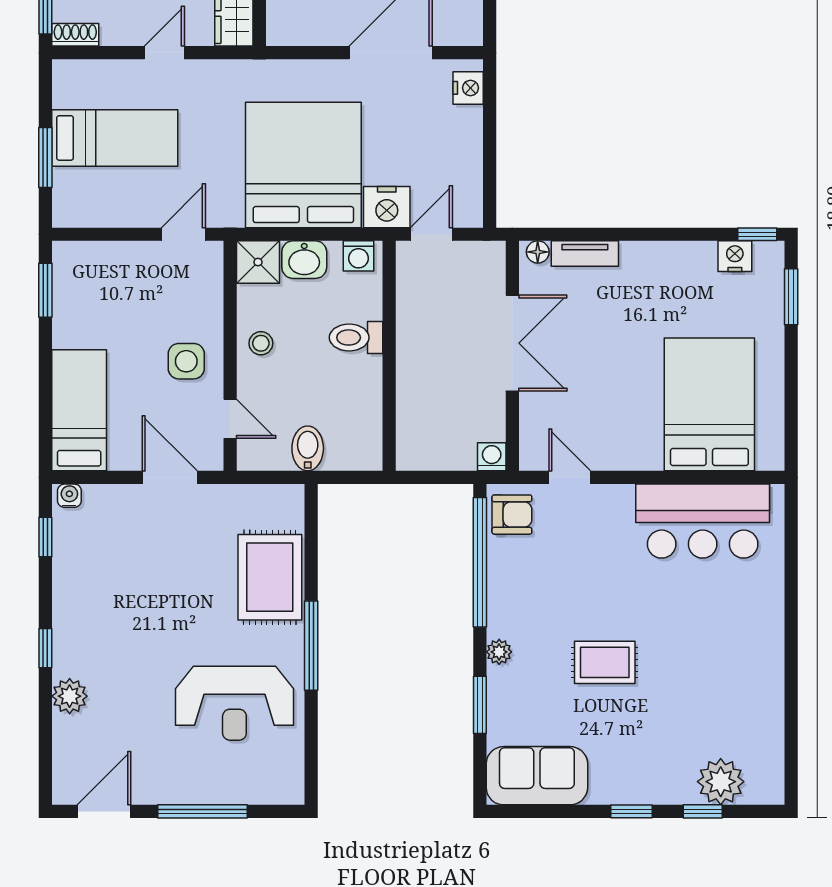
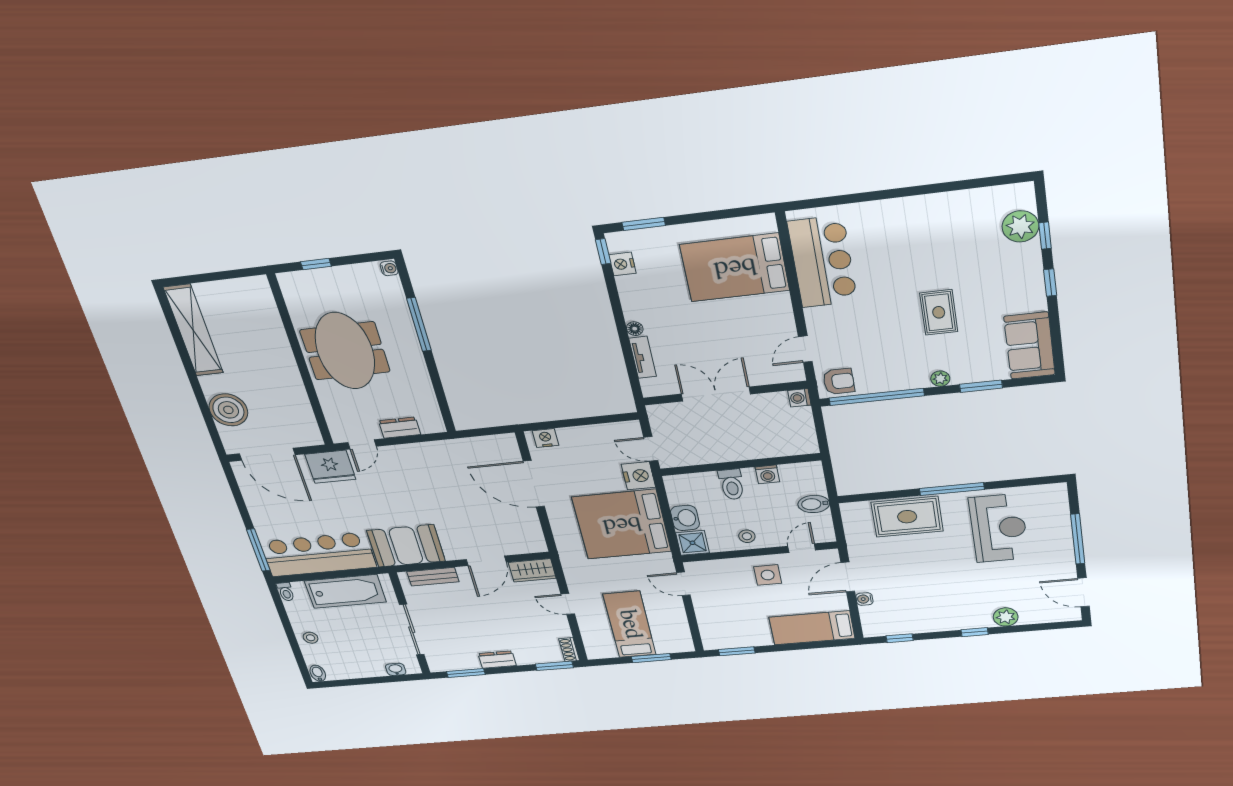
floor lamp: (538, 252) -> (635, 329), moved
washing machine: (358, 256) -> (767, 474), moved, turned 90
water cooler: (69, 496) -> (864, 599), moved
armchair: (512, 515) -> (839, 381), turned 90

